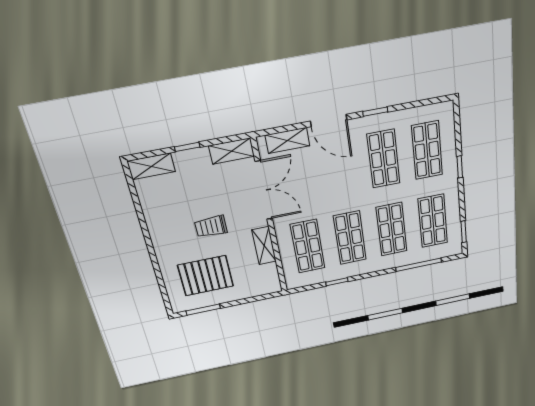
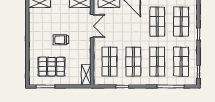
double door: (264, 190) -> (92, 26), width x0.73
shelving: (264, 246) -> (86, 75), moved

